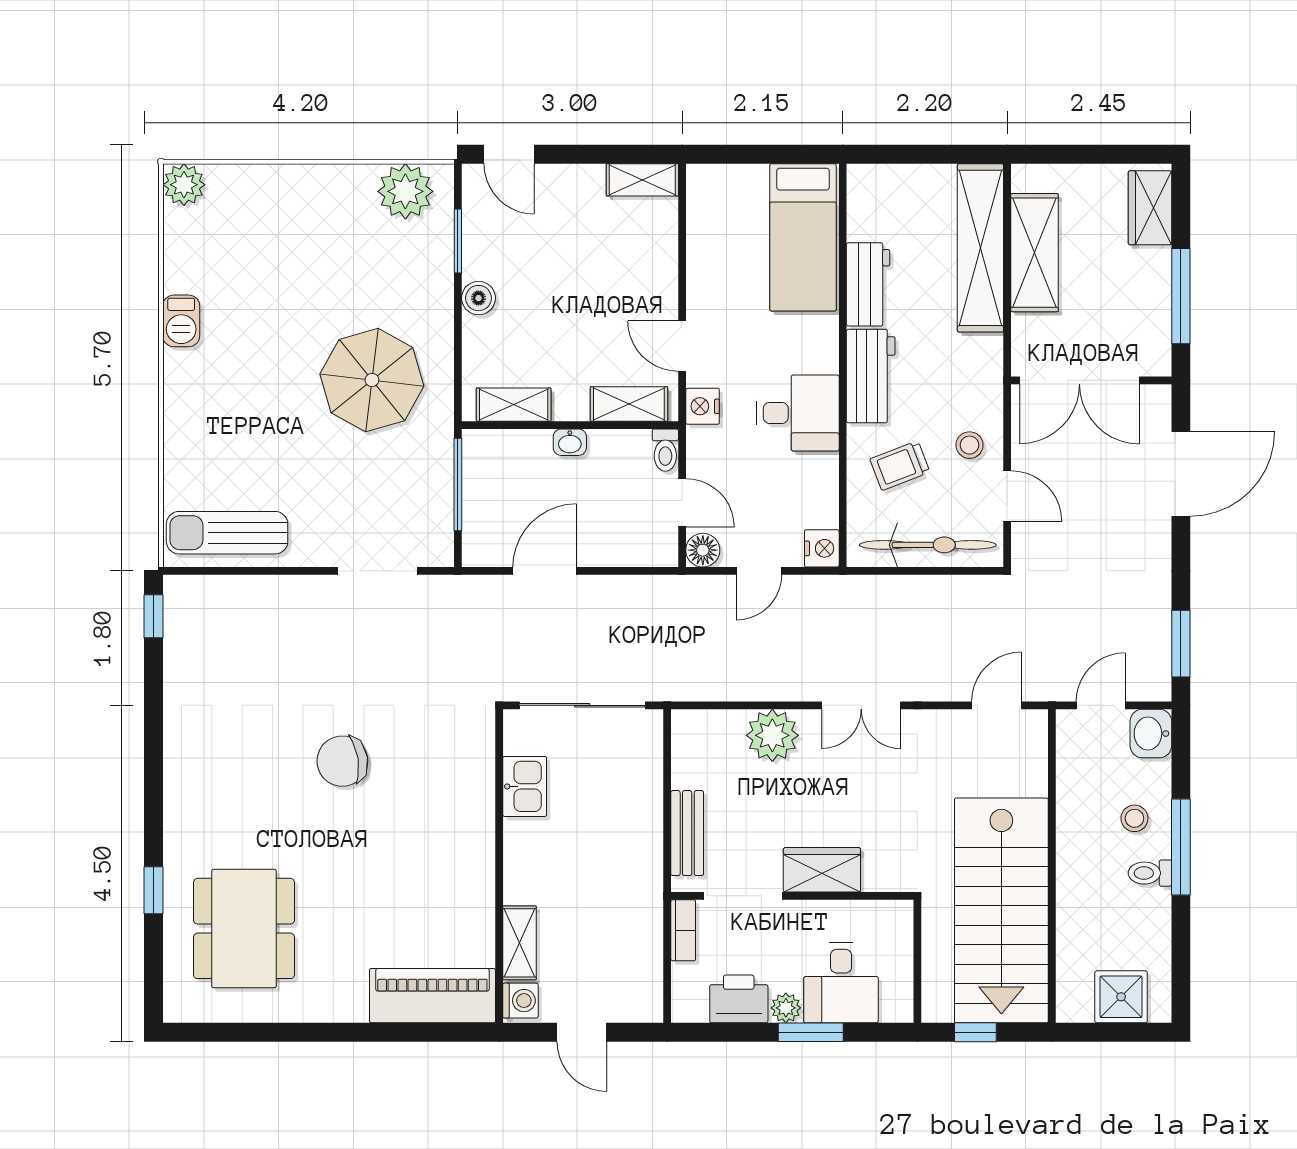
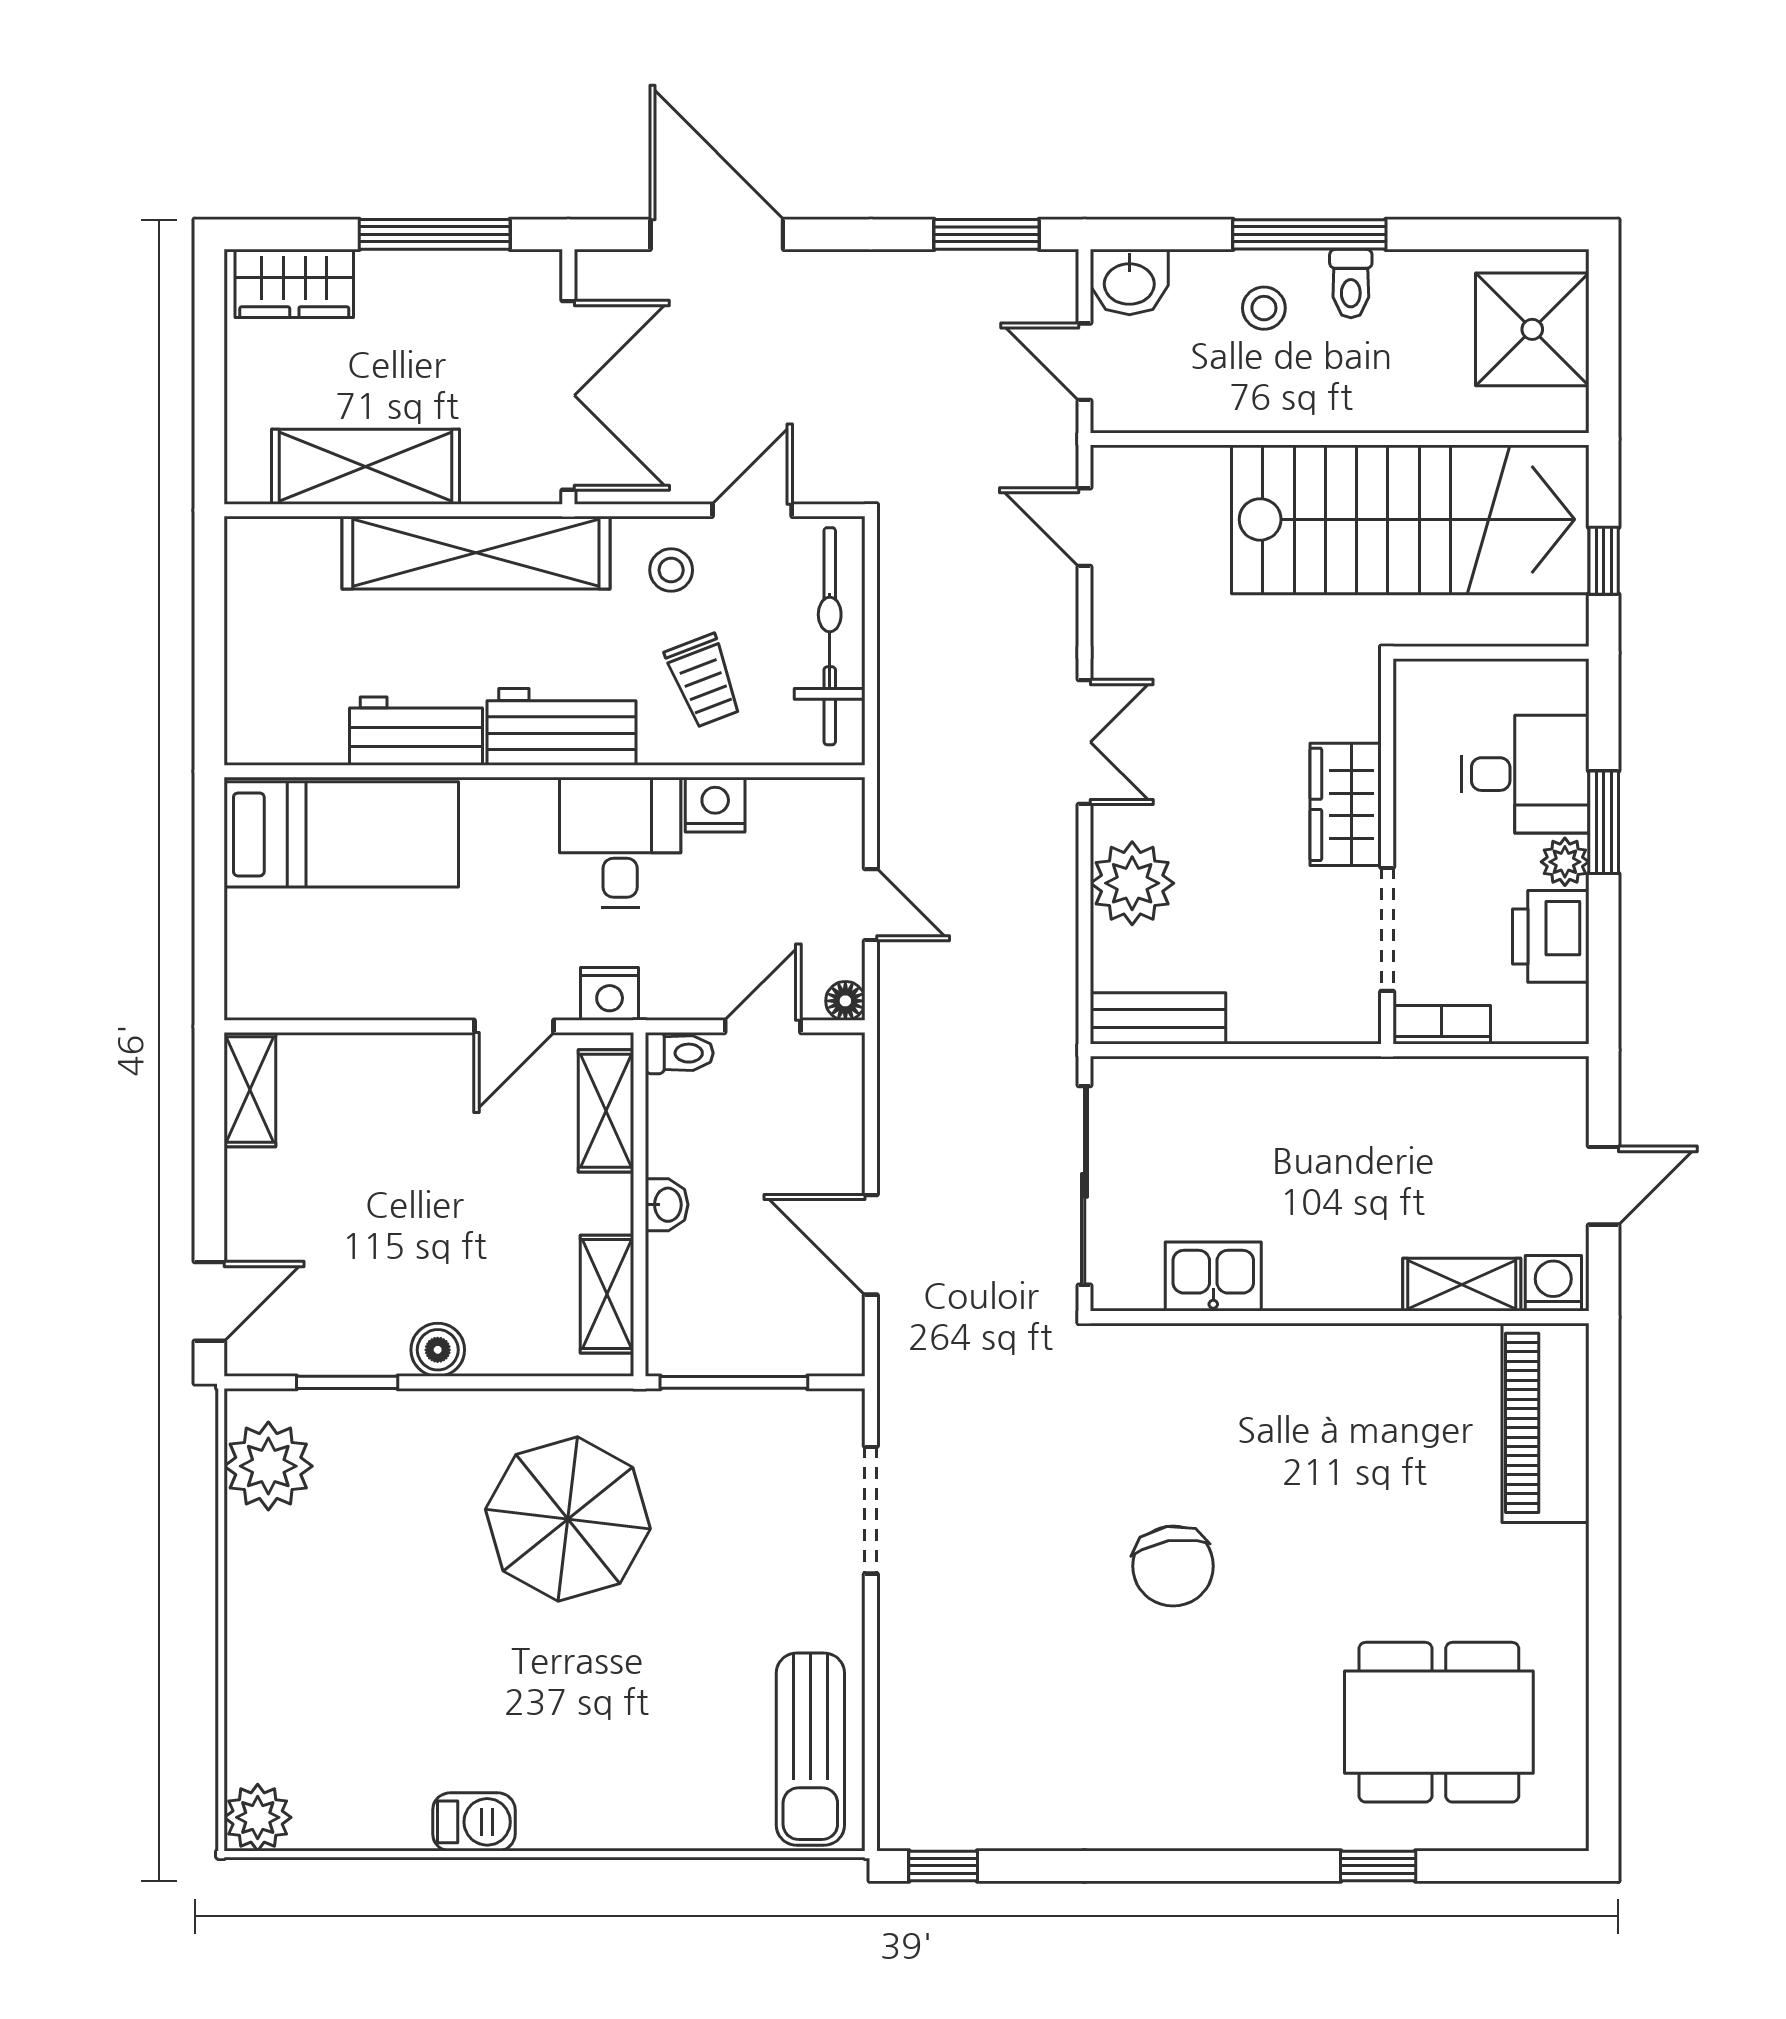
shelving: (980, 248) -> (476, 553), moved
nightstand: (822, 548) -> (715, 805), moved
floor lamp: (703, 550) -> (845, 1001), width x0.73, depth x0.73
bench: (687, 833) -> (1158, 1018), moved
shower: (1121, 997) -> (1532, 329), width x1.36, depth x1.36

